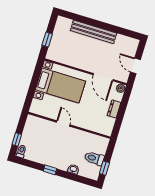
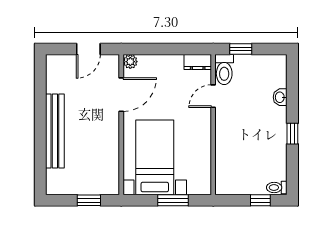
window: (32, 88) -> (173, 200), added
dresser: (114, 109) -> (198, 62), moved
door: (63, 123) -> (213, 96), moved
toilet: (94, 158) -> (224, 70), moved
window: (104, 168) -> (241, 49), moved

